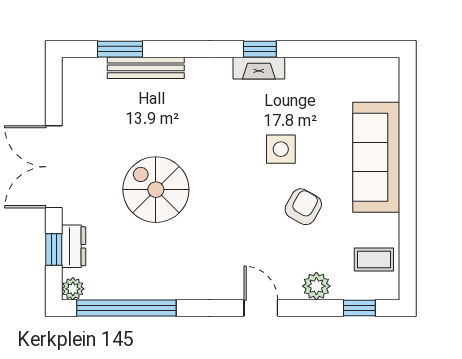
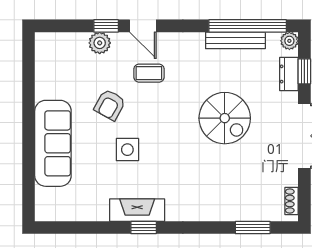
bench: (146, 68) -> (235, 40), moved
fireplace: (259, 68) -> (137, 210), width x1.37, depth x1.32
shoe rack: (70, 83) -> (292, 201), added
coffee table: (374, 260) -> (149, 73), moved
window: (359, 308) -> (106, 26), moved

